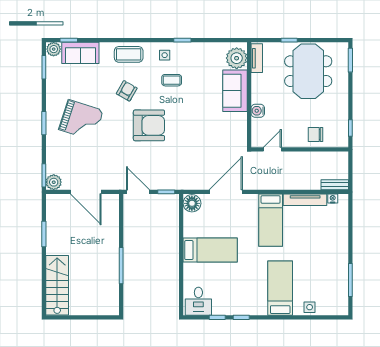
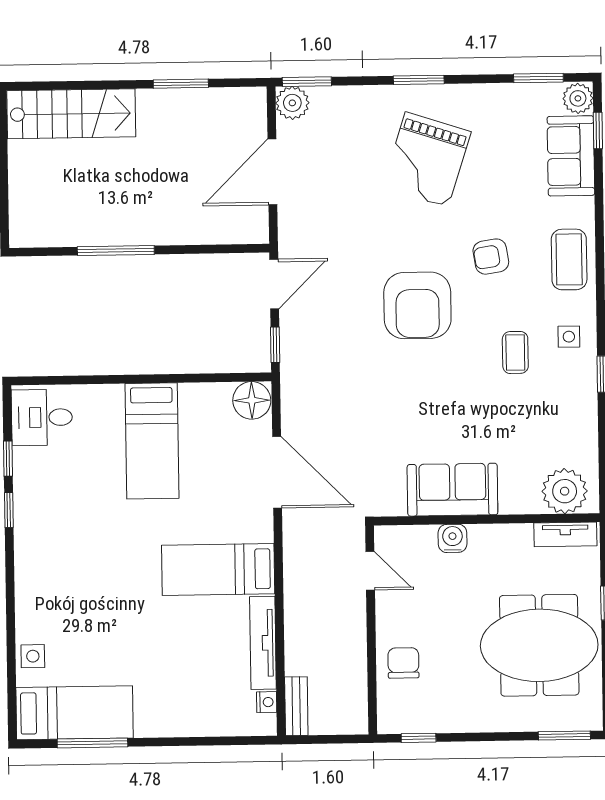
armchair: (127, 91) -> (491, 257), turned 141
sofa: (235, 91) -> (452, 490), moved
bed: (280, 288) -> (75, 713), moved

